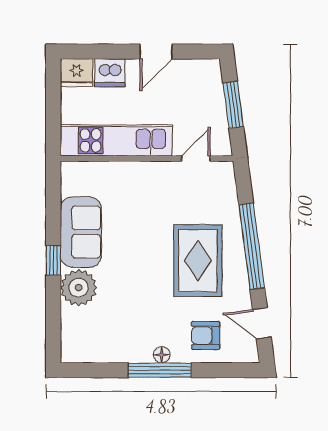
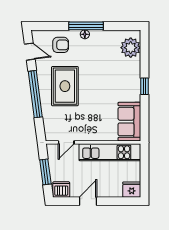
dishwasher: (110, 73) -> (61, 190), moved
sofa: (81, 232) -> (129, 122), moved
plant: (79, 288) -> (131, 48), moved

